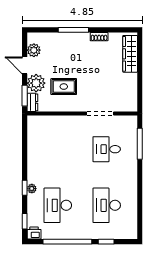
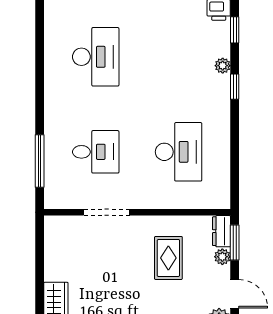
plant: (36, 83) -> (222, 257), width x0.53, depth x0.53
rug: (64, 87) -> (168, 258), turned 90
plant: (32, 189) -> (223, 66), moved
desk: (58, 205) -> (179, 152), moved

